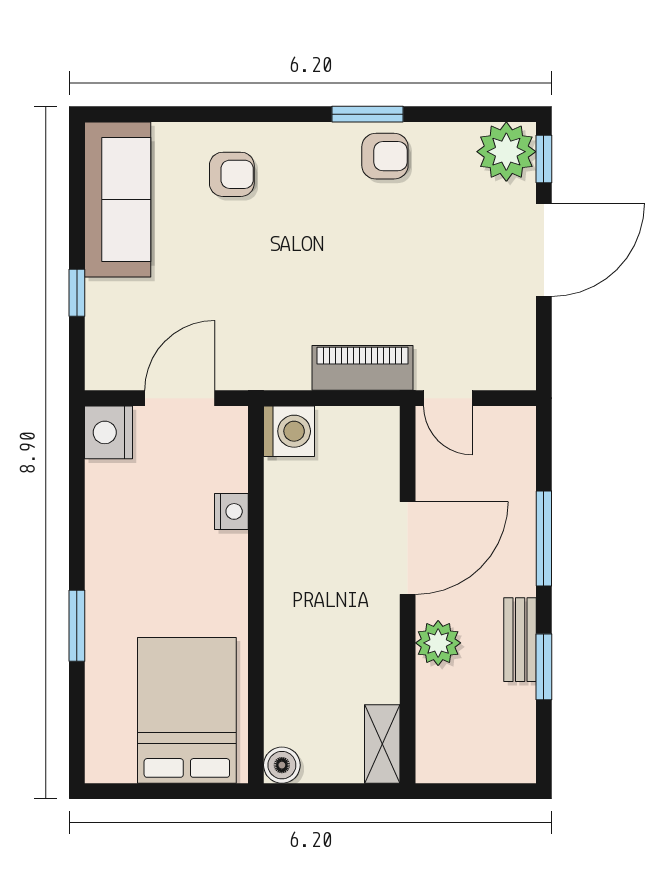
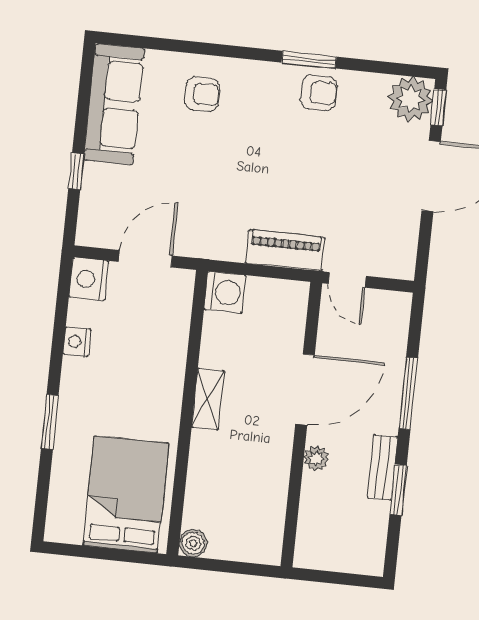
nightstand: (231, 511) -> (77, 342), moved, turned 180
plant: (438, 643) -> (316, 458), width x0.73, depth x0.73
shelving: (382, 744) -> (208, 399), moved

